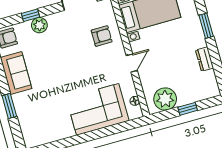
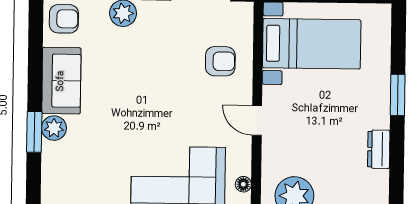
door: (132, 63) -> (257, 120), swing flipped
plant: (20, 101) -> (54, 128), added

